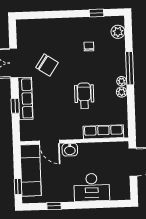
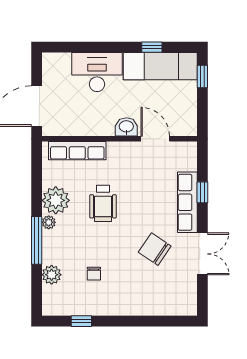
plant: (118, 32) -> (52, 275), moved
plant: (122, 92) -> (56, 200), width x1.88, depth x1.88
exam couch: (31, 170) -> (160, 66), moved, turned -90

